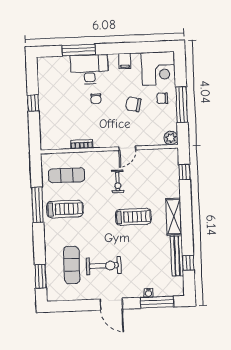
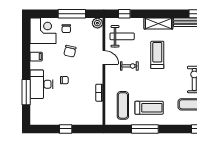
weight bench: (155, 171) -> (122, 36), added
treadmill: (65, 209) -> (149, 108), turned 90

